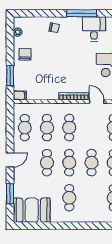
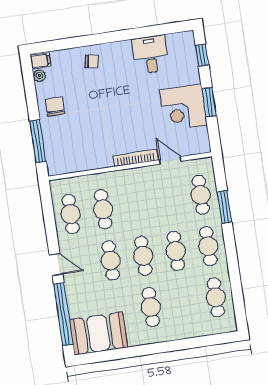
window: (82, 13) -> (129, 34), removed
window: (10, 76) -> (38, 141), width x1.44
filing cabinet: (20, 95) -> (41, 61), moved
cafe table: (69, 128) -> (136, 204), removed
door: (10, 160) -> (56, 265), hinge flipped
window: (10, 194) -> (63, 314), width x2.11

